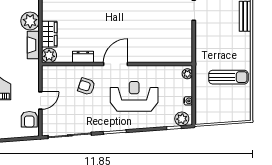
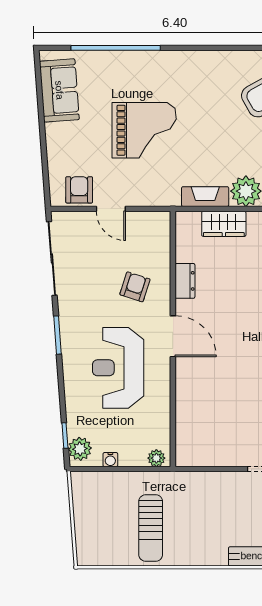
plant: (49, 55) -> (188, 223), removed
reception desk: (134, 96) -> (118, 368), turned 180
armchair: (29, 119) -> (79, 190), turned 90

